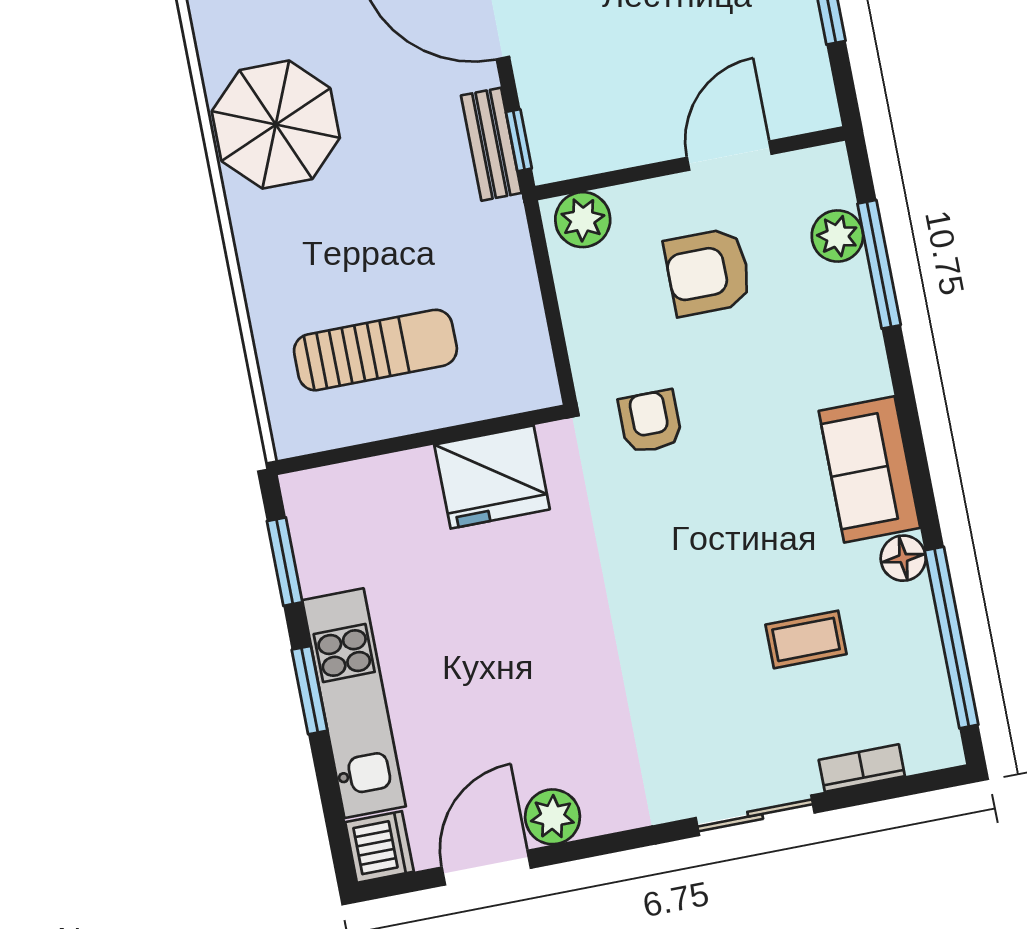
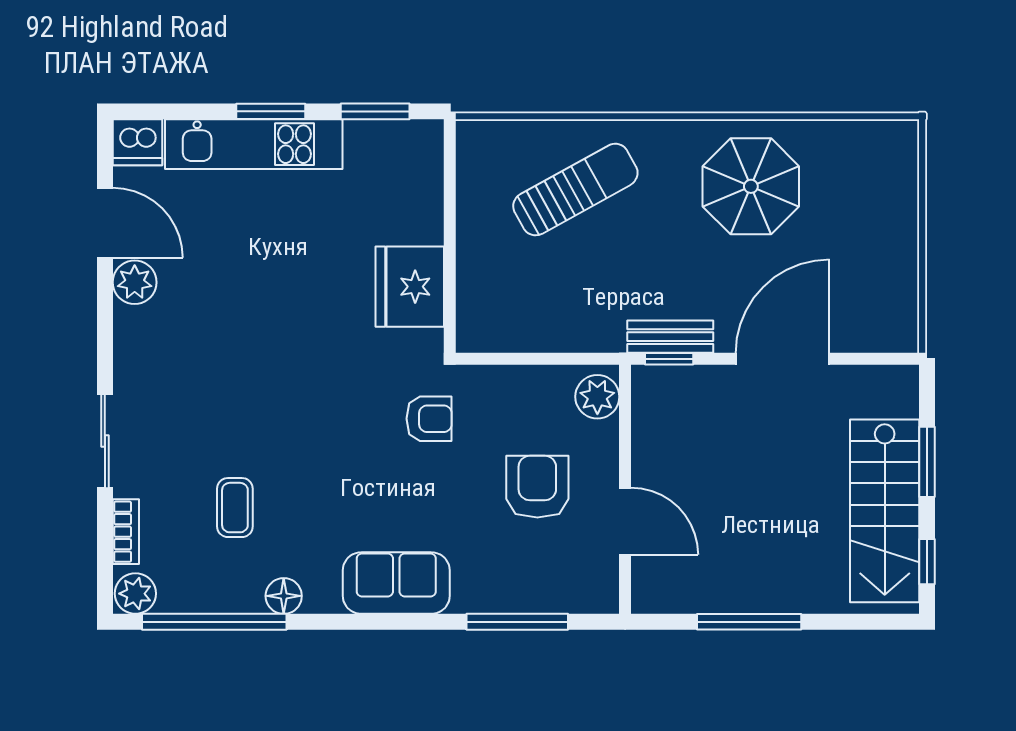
parasol: (276, 125) -> (751, 186), moved
plant: (837, 236) -> (135, 594), moved
sun lounger: (375, 350) -> (575, 190), moved, turned -119
sofa: (869, 469) -> (396, 583), moved

